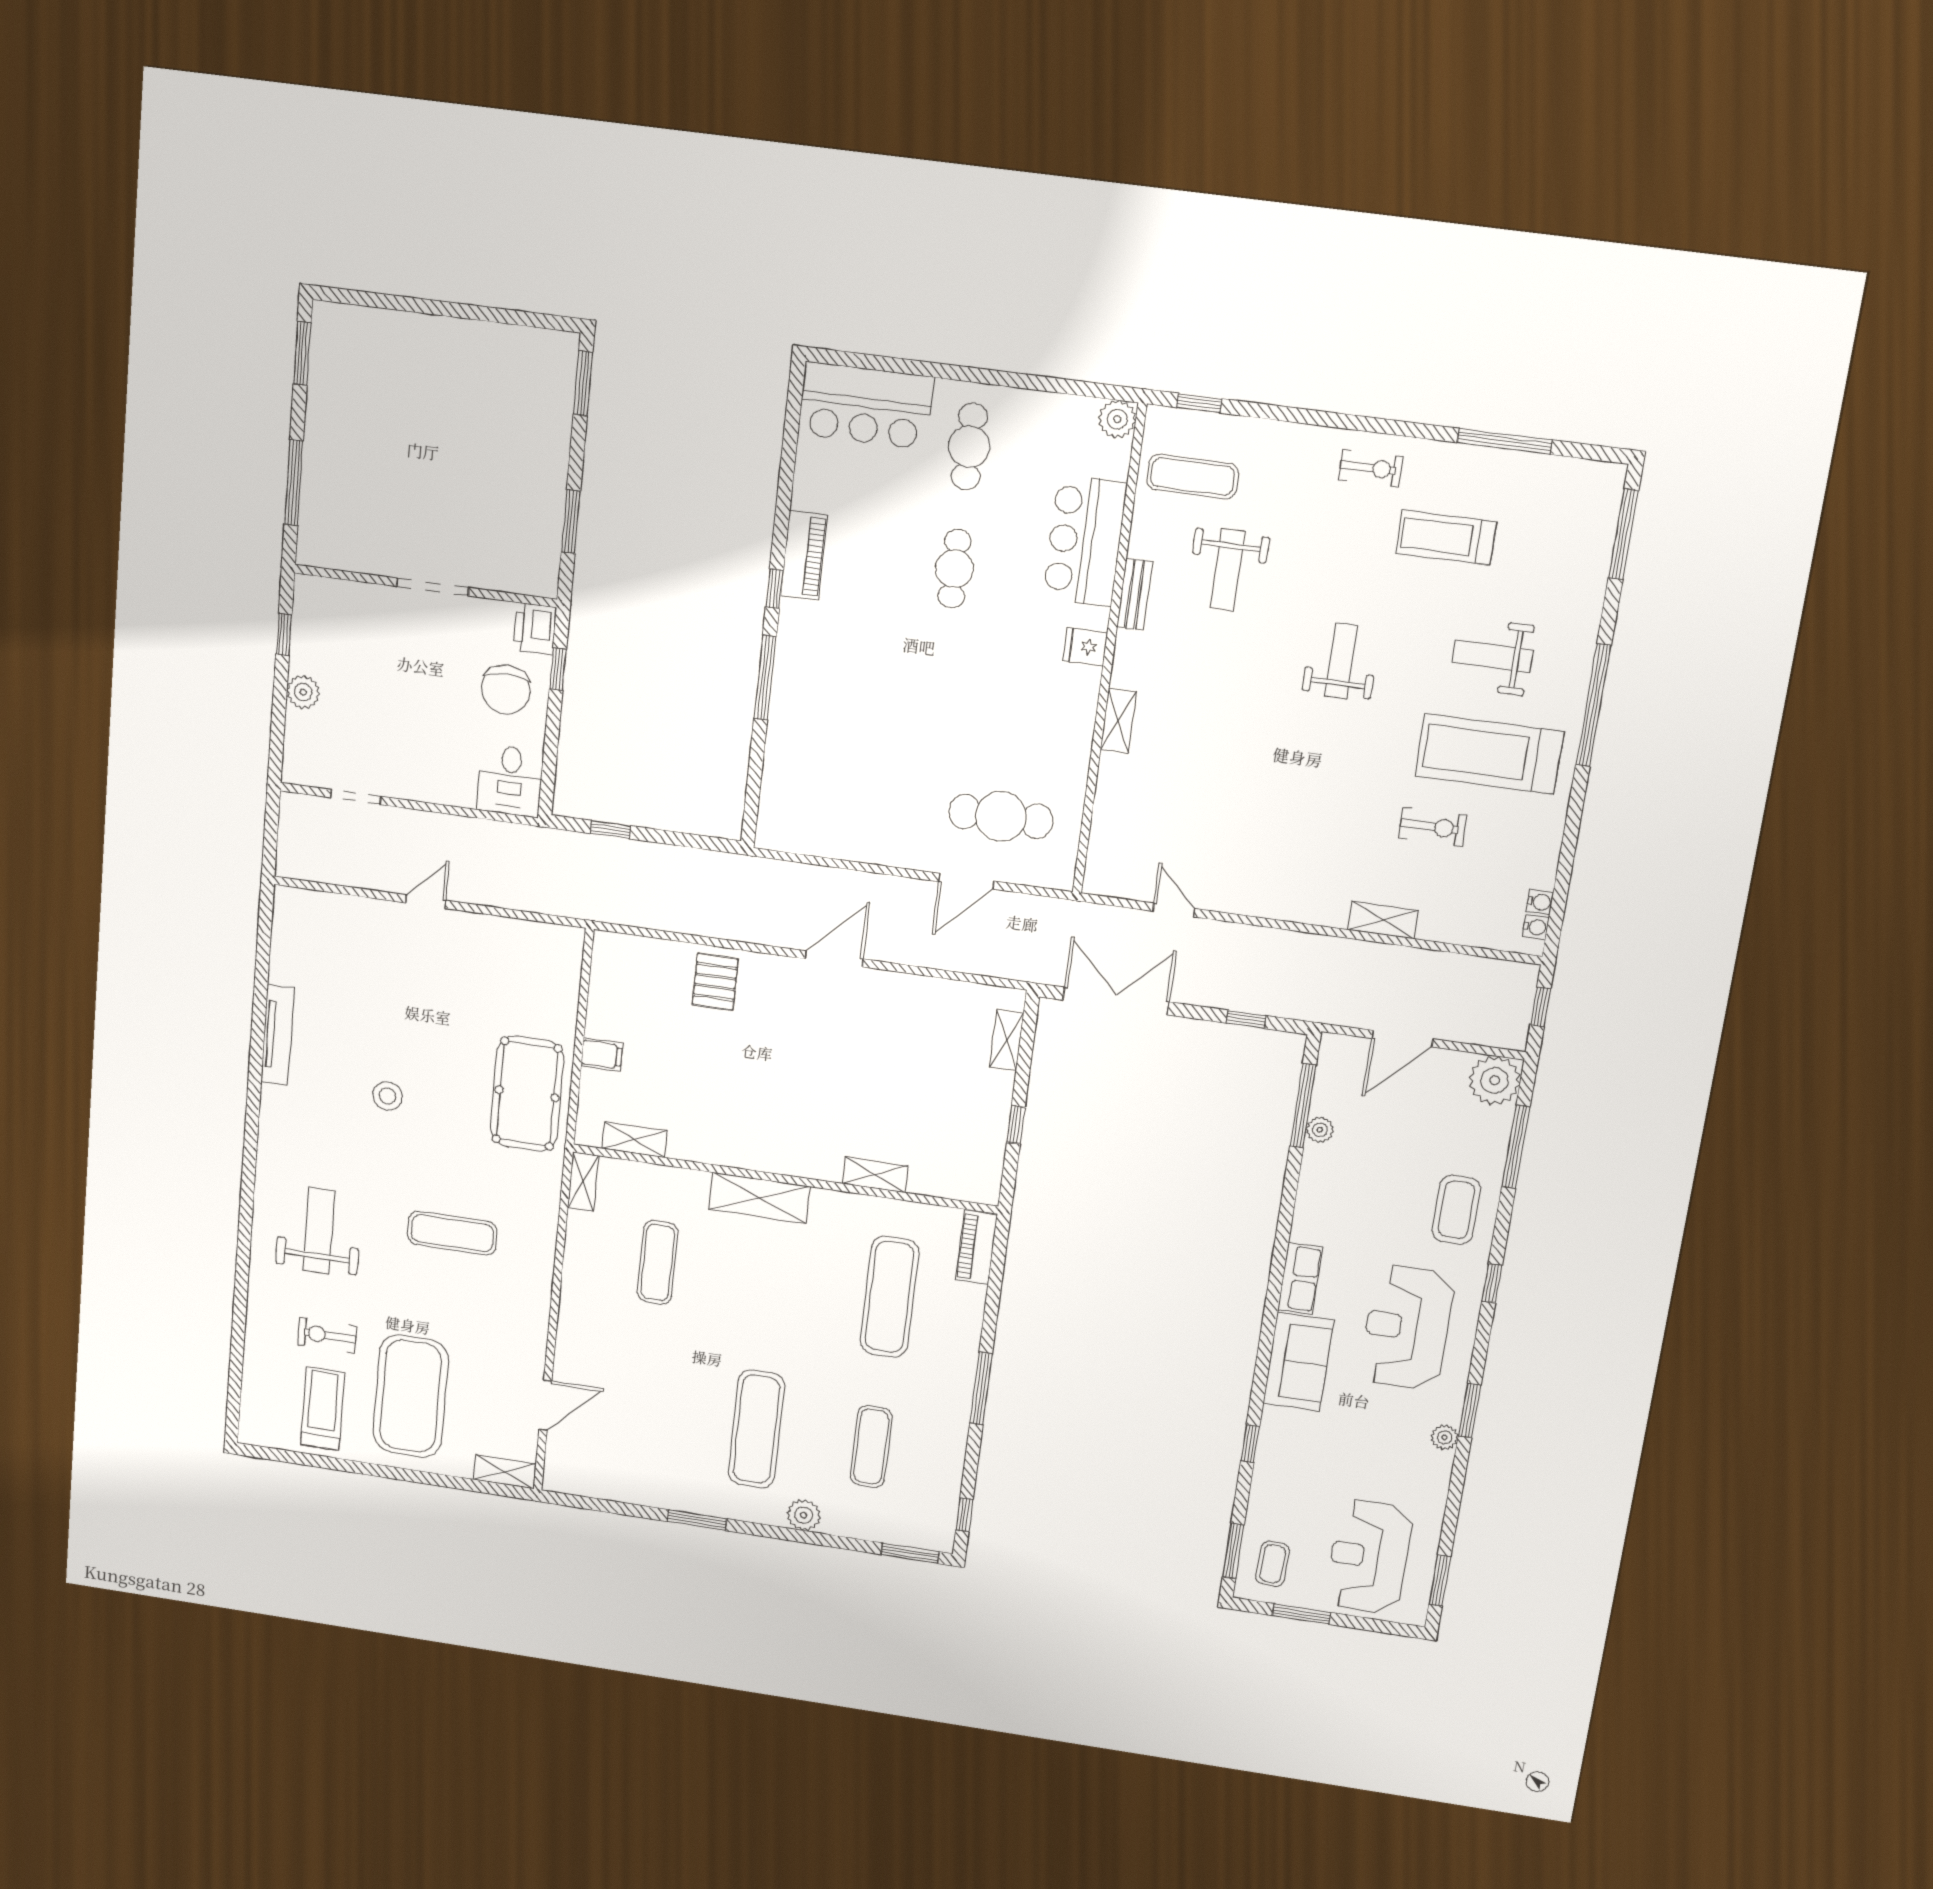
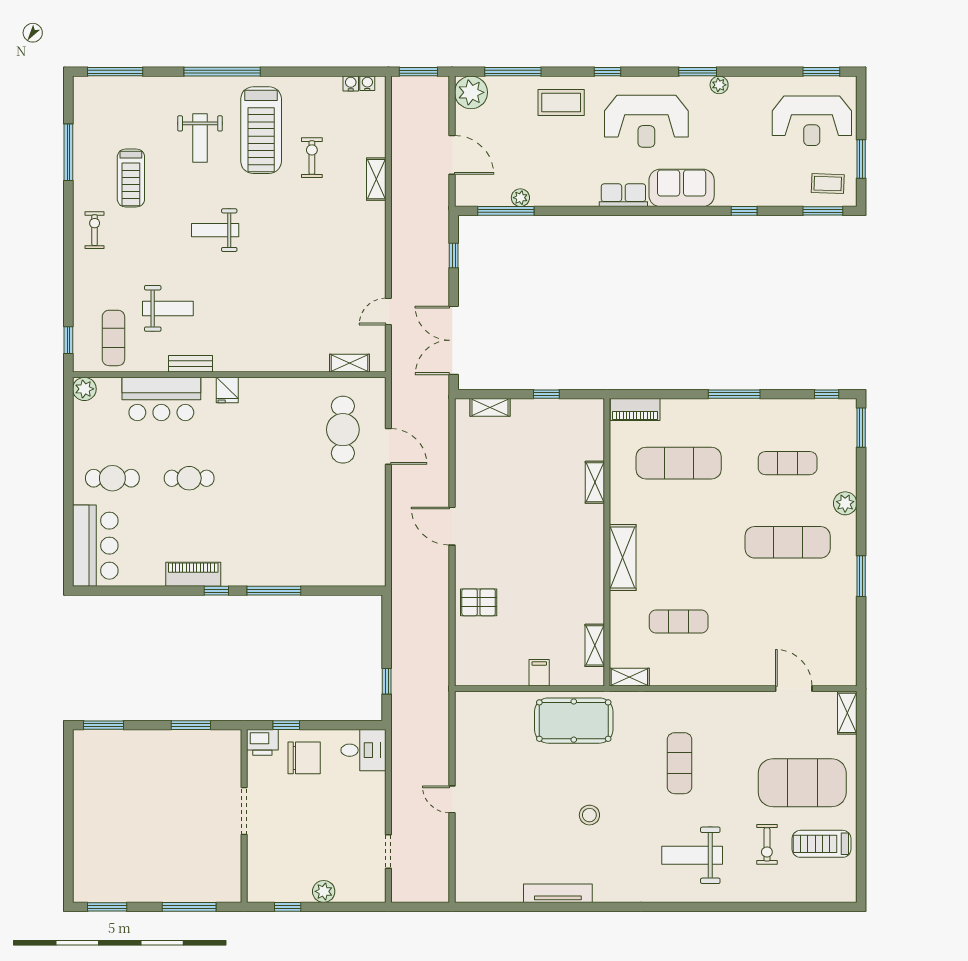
shelving: (1118, 721) -> (350, 363), moved
window: (1540, 1007) -> (418, 72), width x1.50

